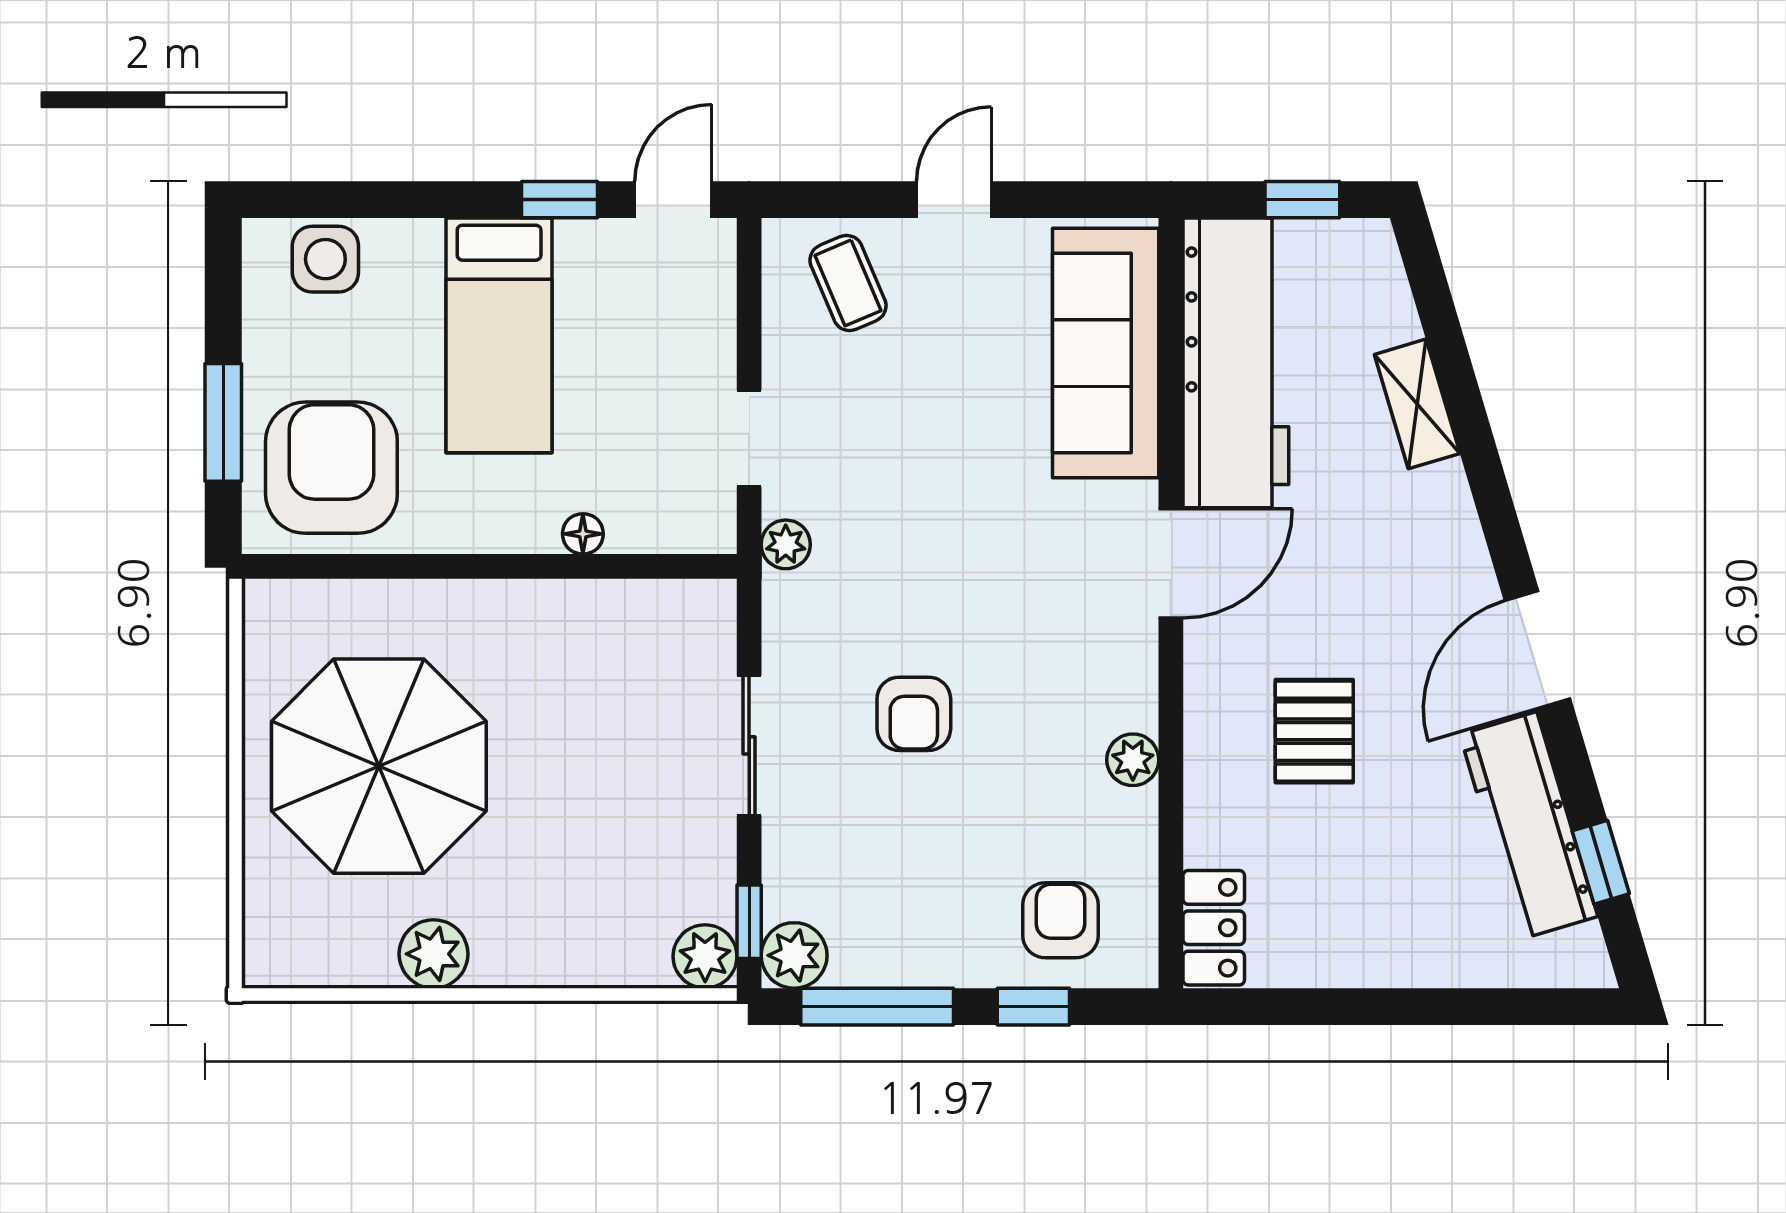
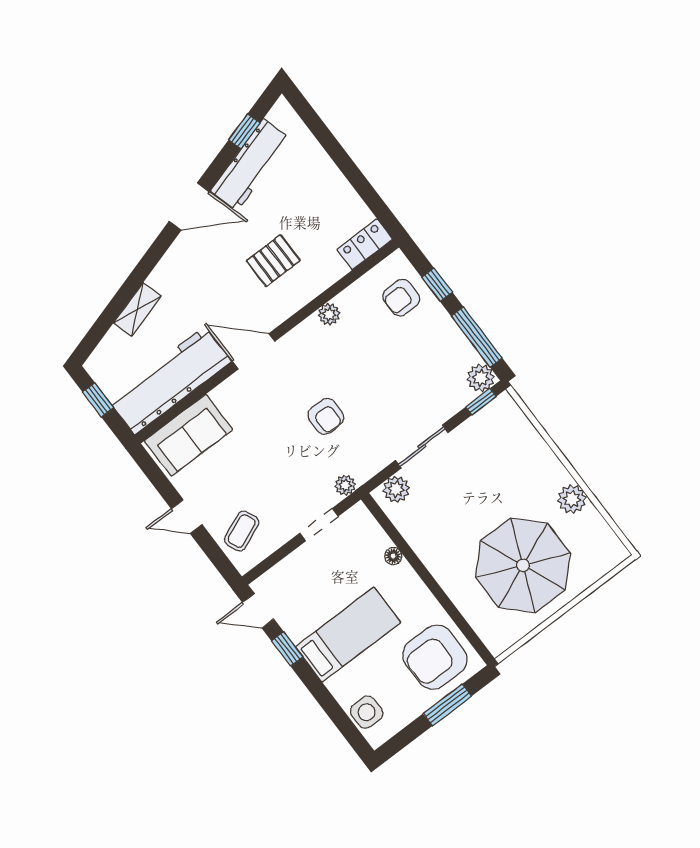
sofa: (1106, 353) -> (189, 435), width x0.73
armchair: (914, 714) -> (326, 416), moved, turned 90
plant: (705, 956) -> (396, 489), moved

